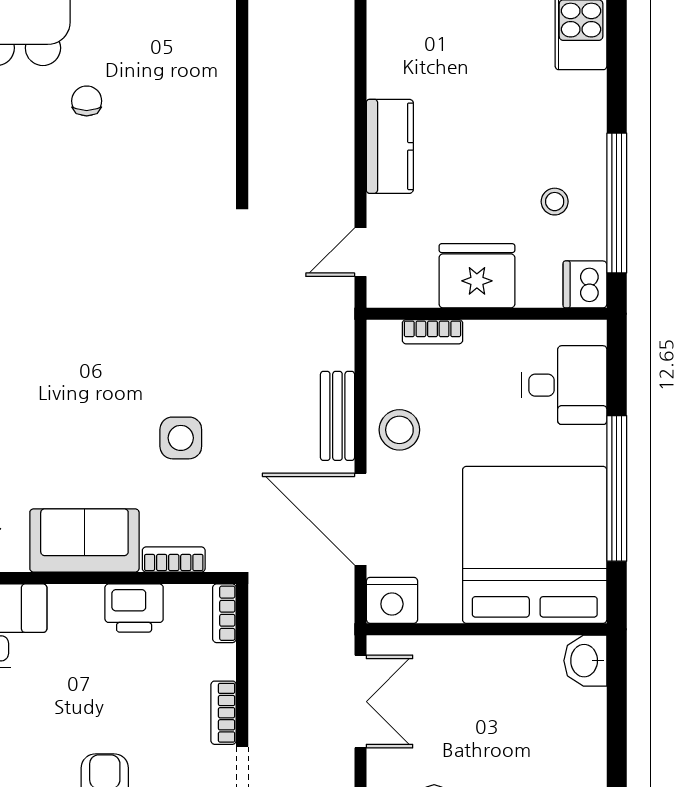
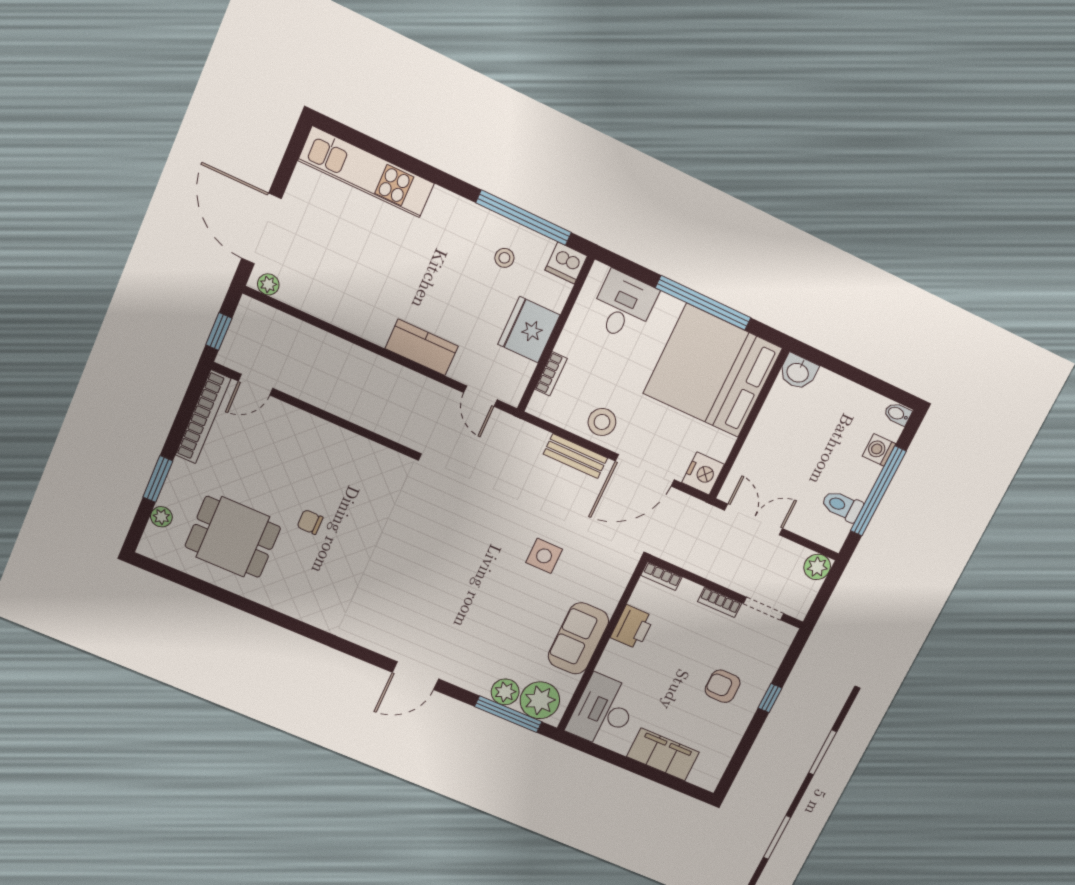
bookcase: (174, 559) -> (615, 592), removed

